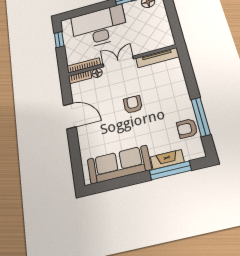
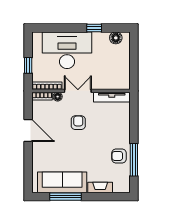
window: (59, 40) -> (28, 65), moved
armchair: (133, 104) -> (78, 123), moved
armchair: (187, 128) -> (119, 156), moved
window: (170, 170) -> (65, 197), moved

